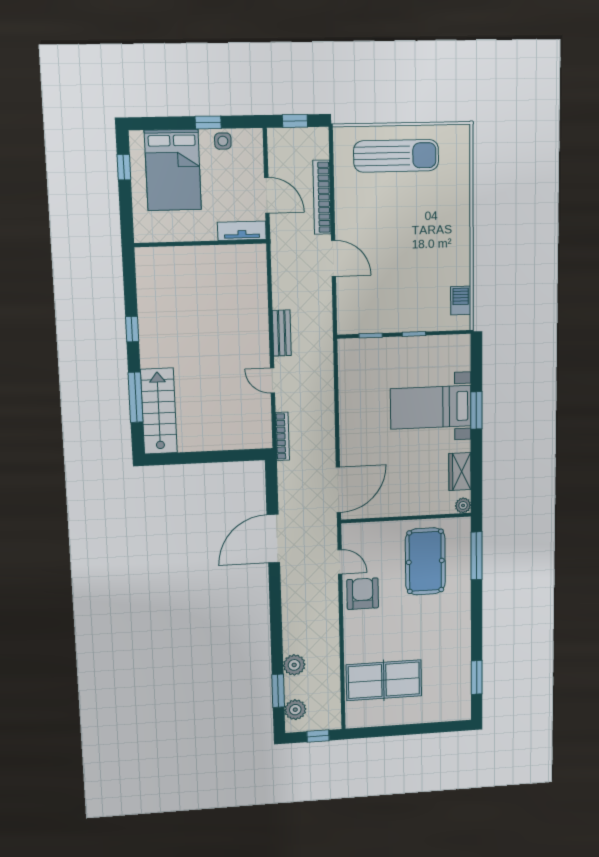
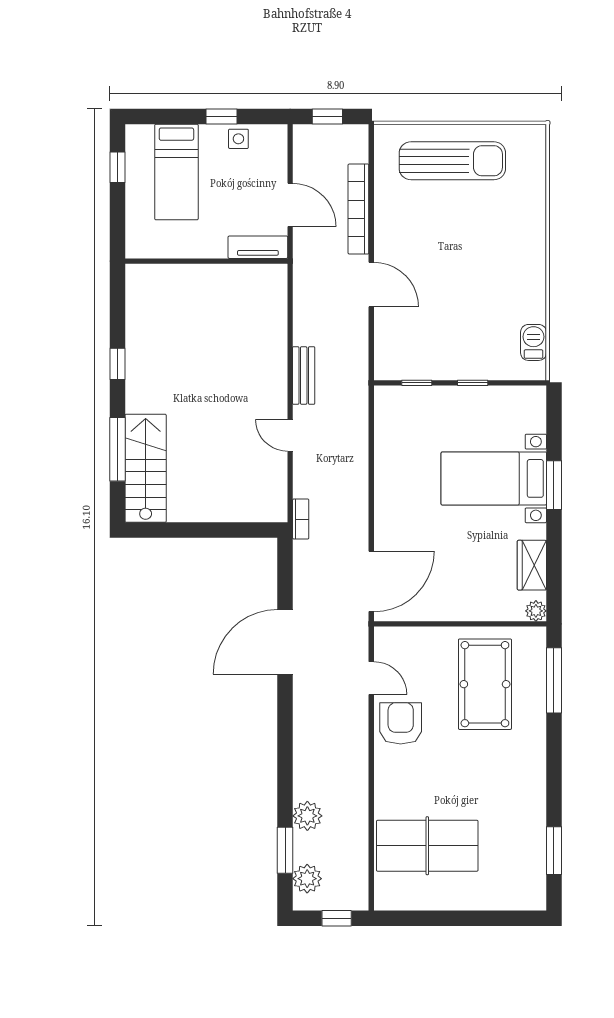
bed: (173, 170) -> (176, 172), width x0.67
bookcase: (282, 436) -> (301, 519), width x0.64

